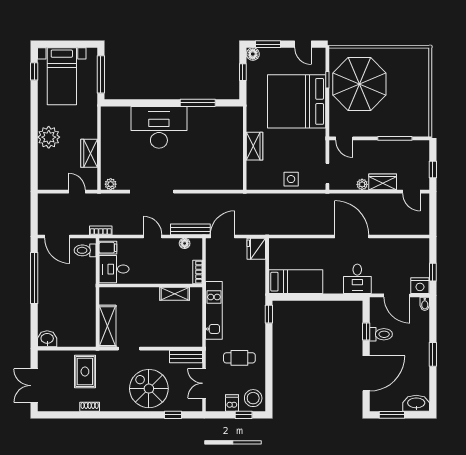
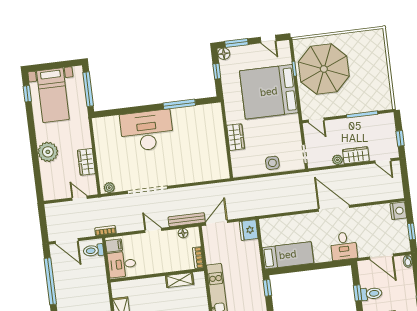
nightstand: (420, 286) -> (398, 211), moved, turned -90

